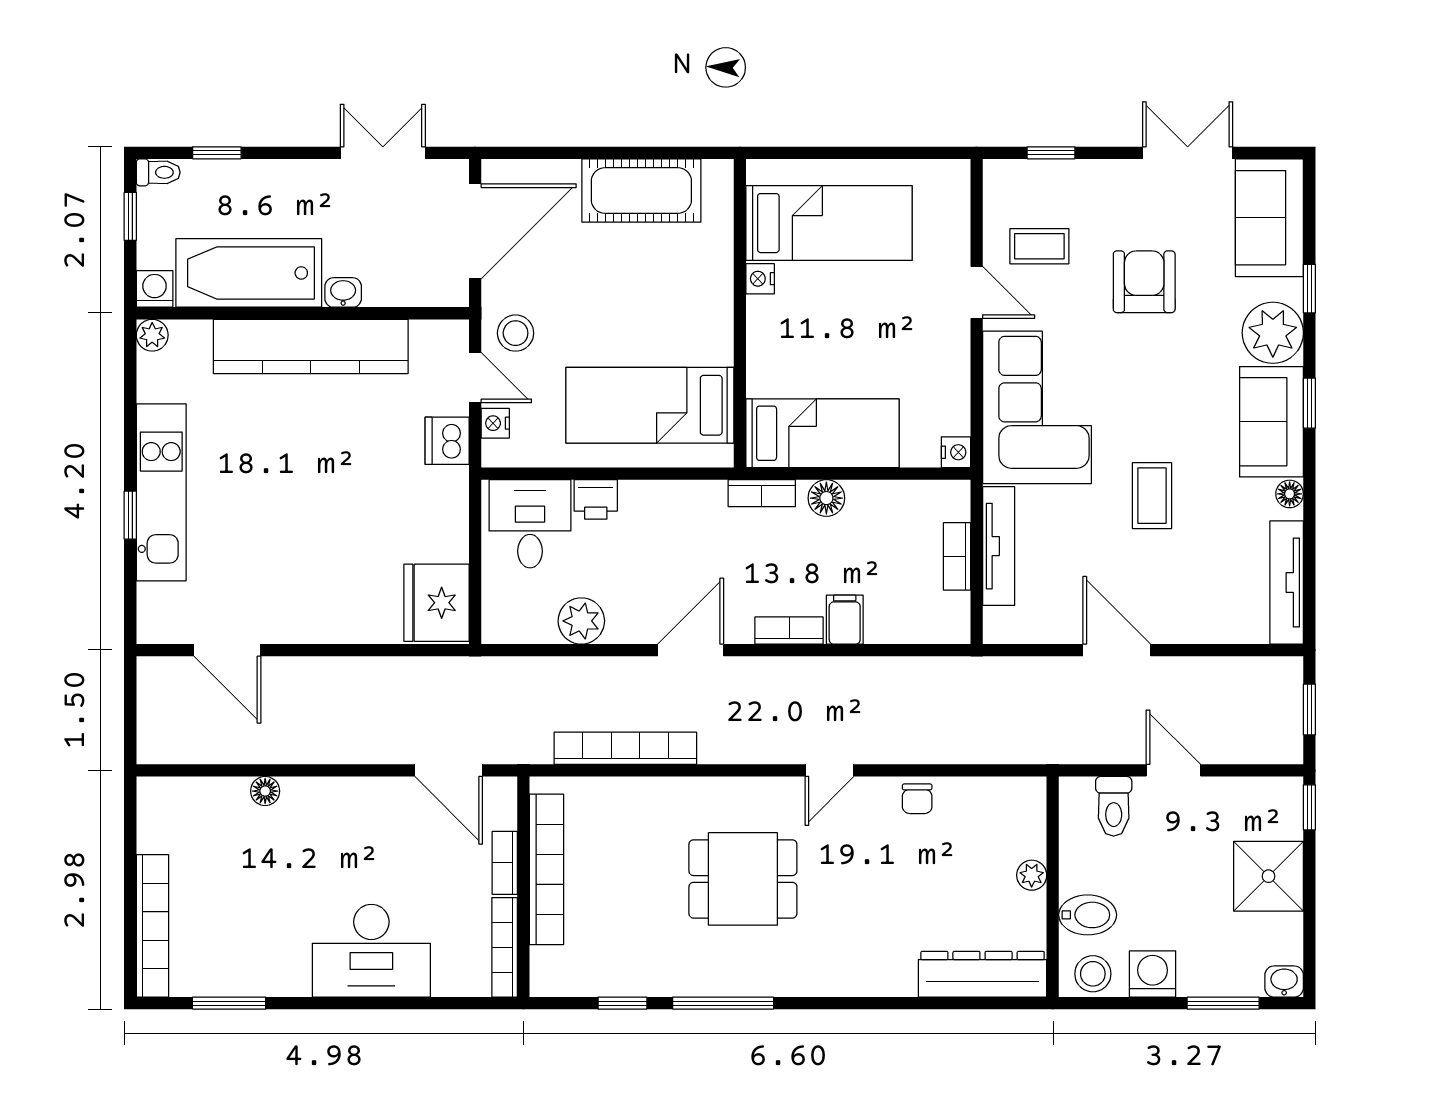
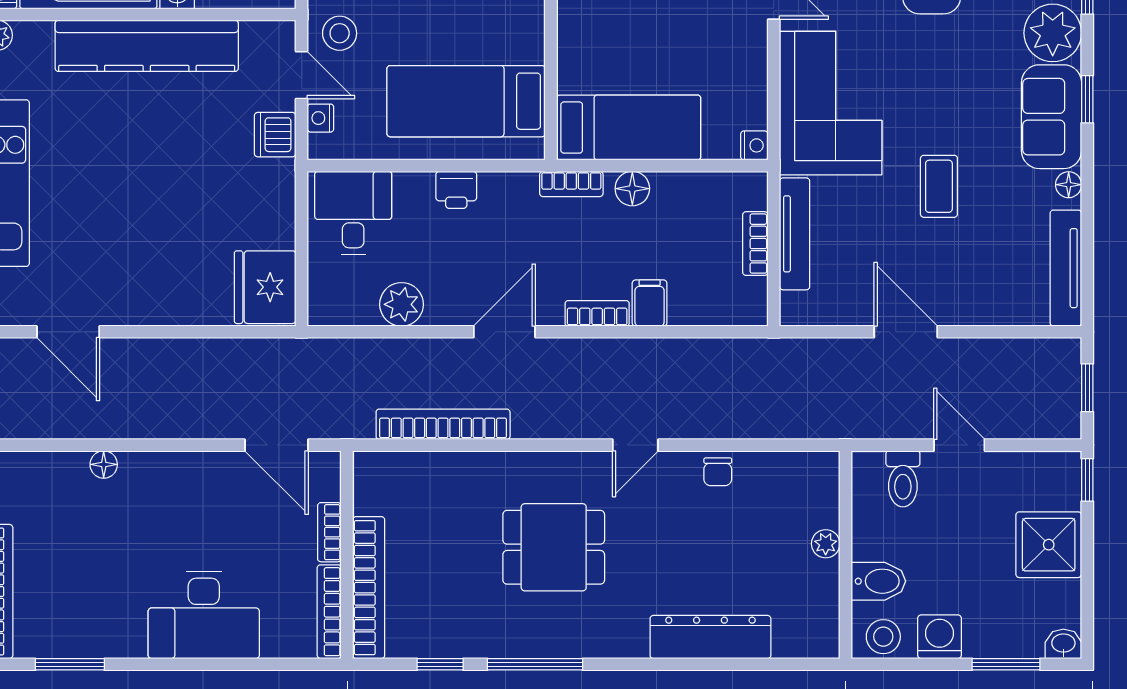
printer: (596, 499) -> (456, 190), moved
bookcase: (546, 869) -> (369, 588), moved
dresser: (983, 974) -> (710, 637), moved

